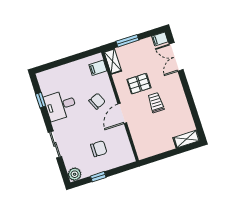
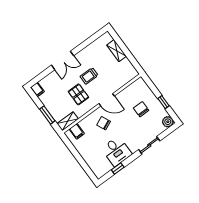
double door: (176, 57) -> (63, 60), moved
shelving: (186, 139) -> (117, 51), moved

